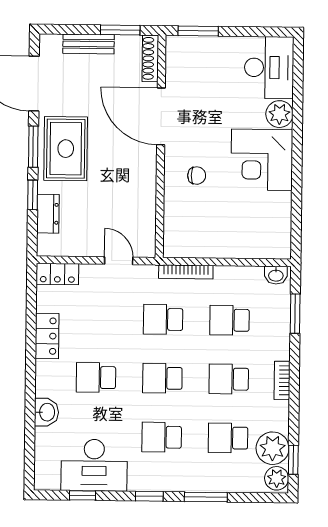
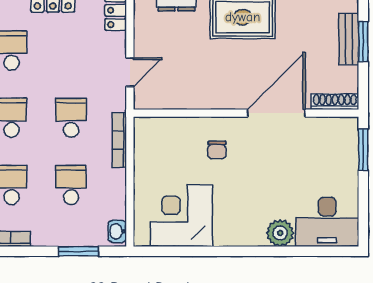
window: (120, 30) -> (363, 42), moved
corner desk: (262, 160) -> (181, 216), moved

